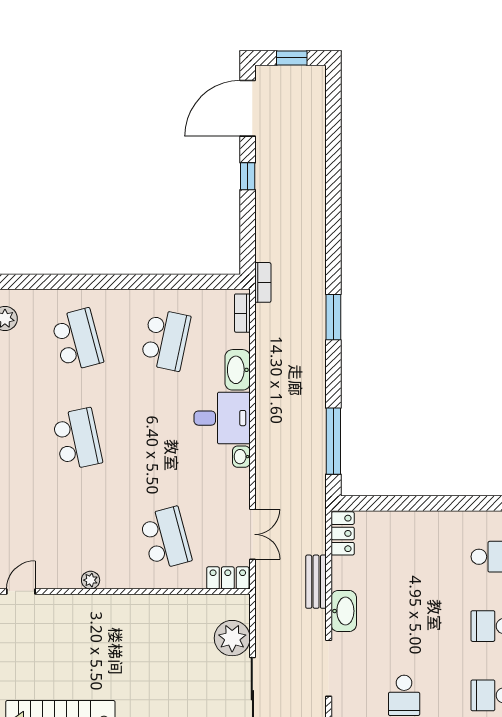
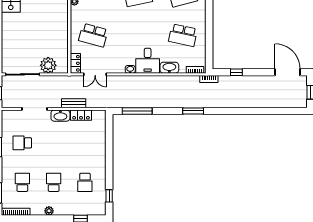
window: (248, 176) -> (236, 72), moved
locker: (343, 533) -> (81, 115), moved
school desk: (166, 538) -> (93, 35), turned 30

